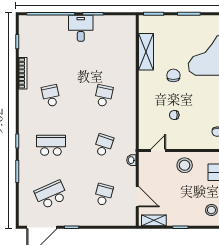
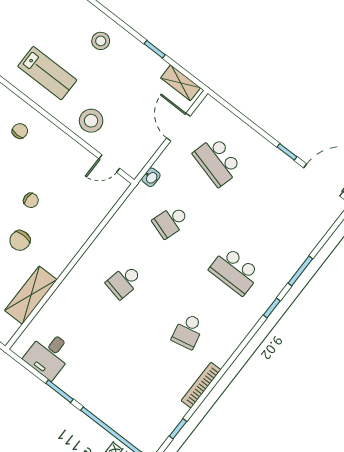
desk: (81, 28) -> (49, 355), moved
chair: (174, 115) -> (31, 200), moved
school desk: (51, 195) -> (281, 211), removed
school desk: (104, 195) -> (217, 161), width x1.85

